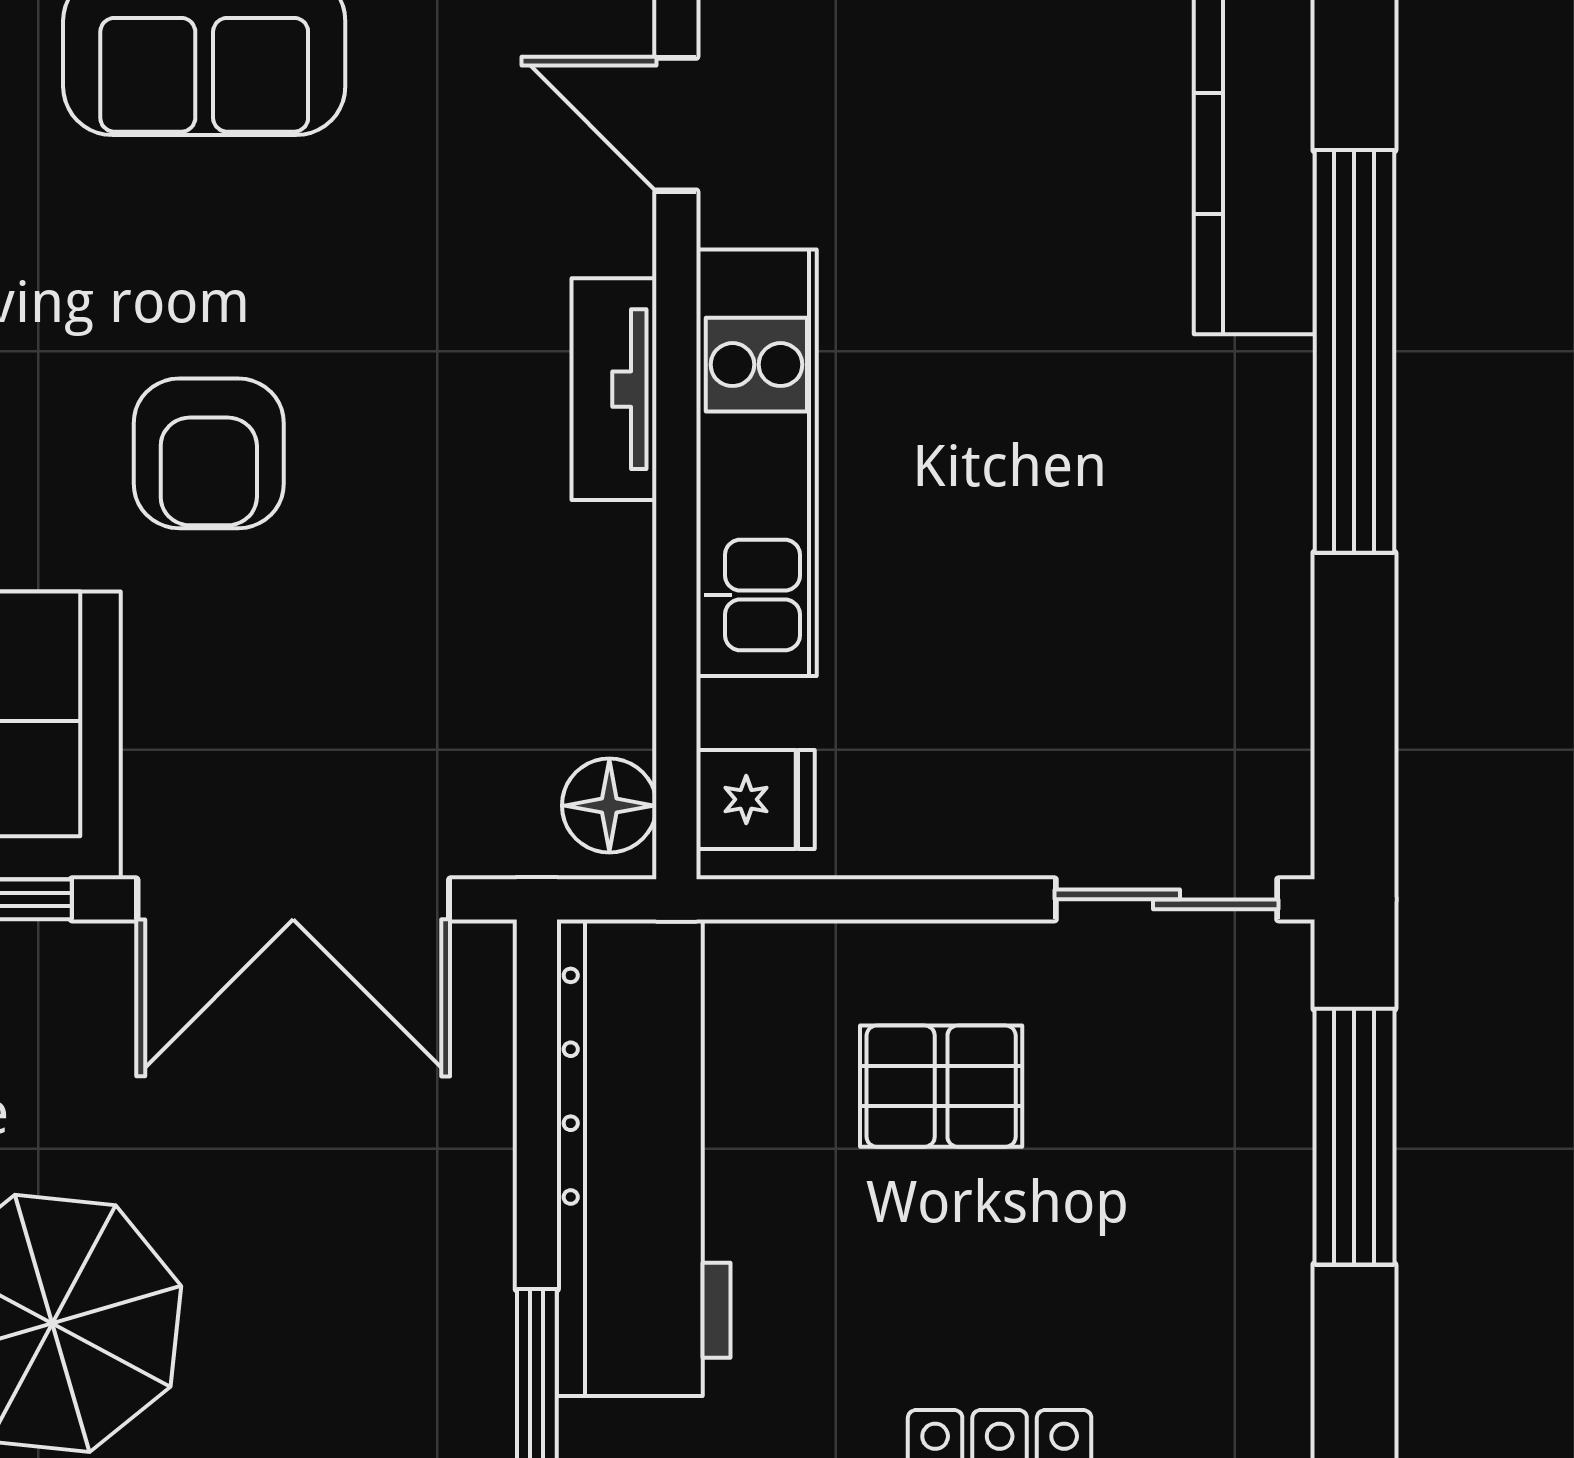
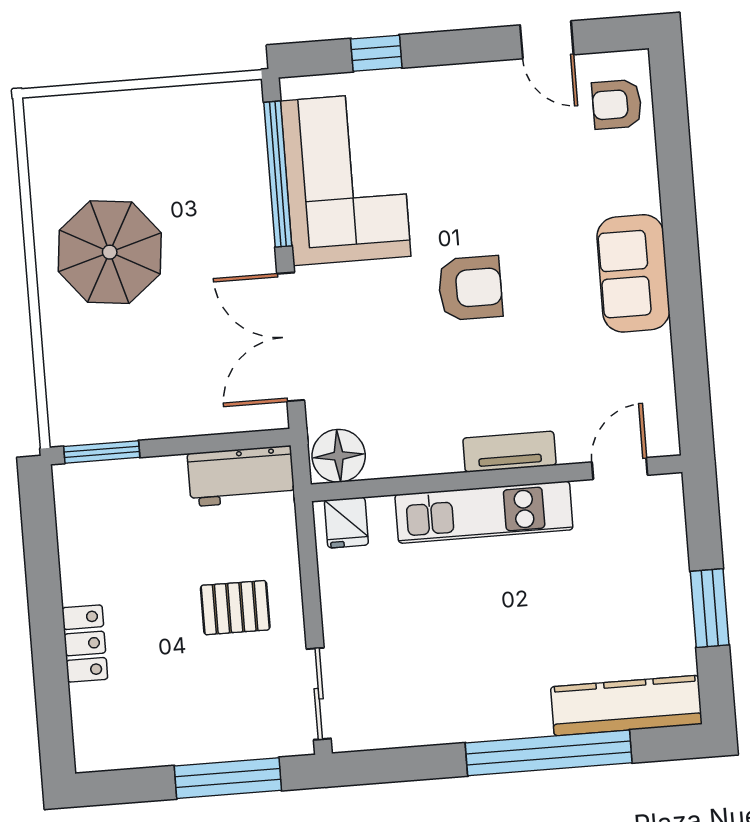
armchair: (209, 453) -> (470, 288), turned 180
floor lamp: (609, 806) -> (339, 456), width x1.38, depth x1.38
pallet: (941, 1086) -> (235, 608), turned 90
workbench: (644, 1158) -> (241, 476), width x0.53, depth x0.76

